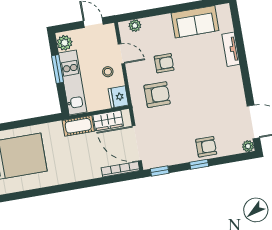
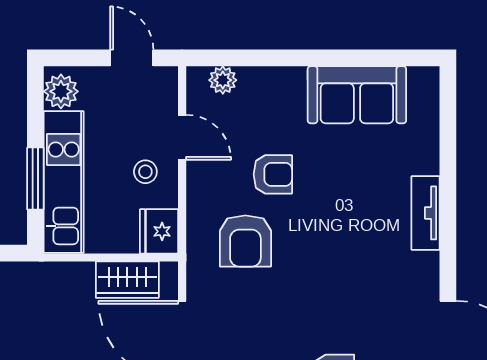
tv unit: (231, 49) -> (425, 213), moved
window: (58, 69) -> (35, 179), moved
armchair: (157, 95) -> (245, 241), turned 90
cot: (78, 126) -> (60, 280), removed

